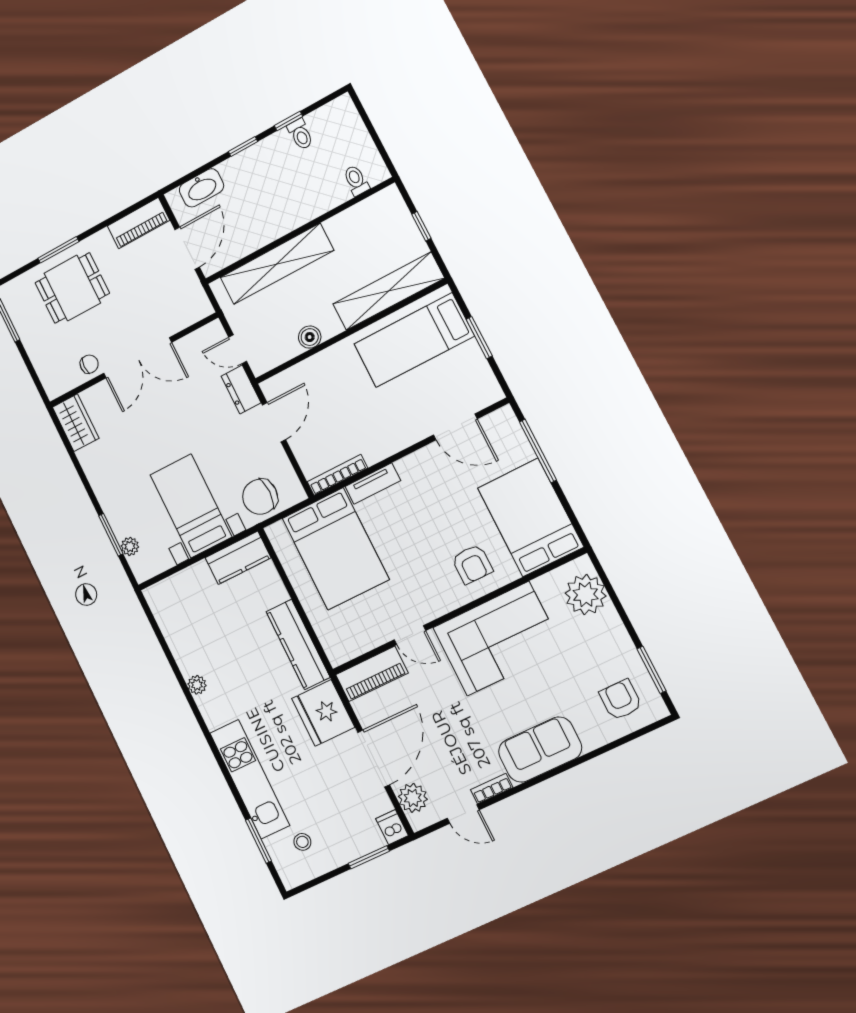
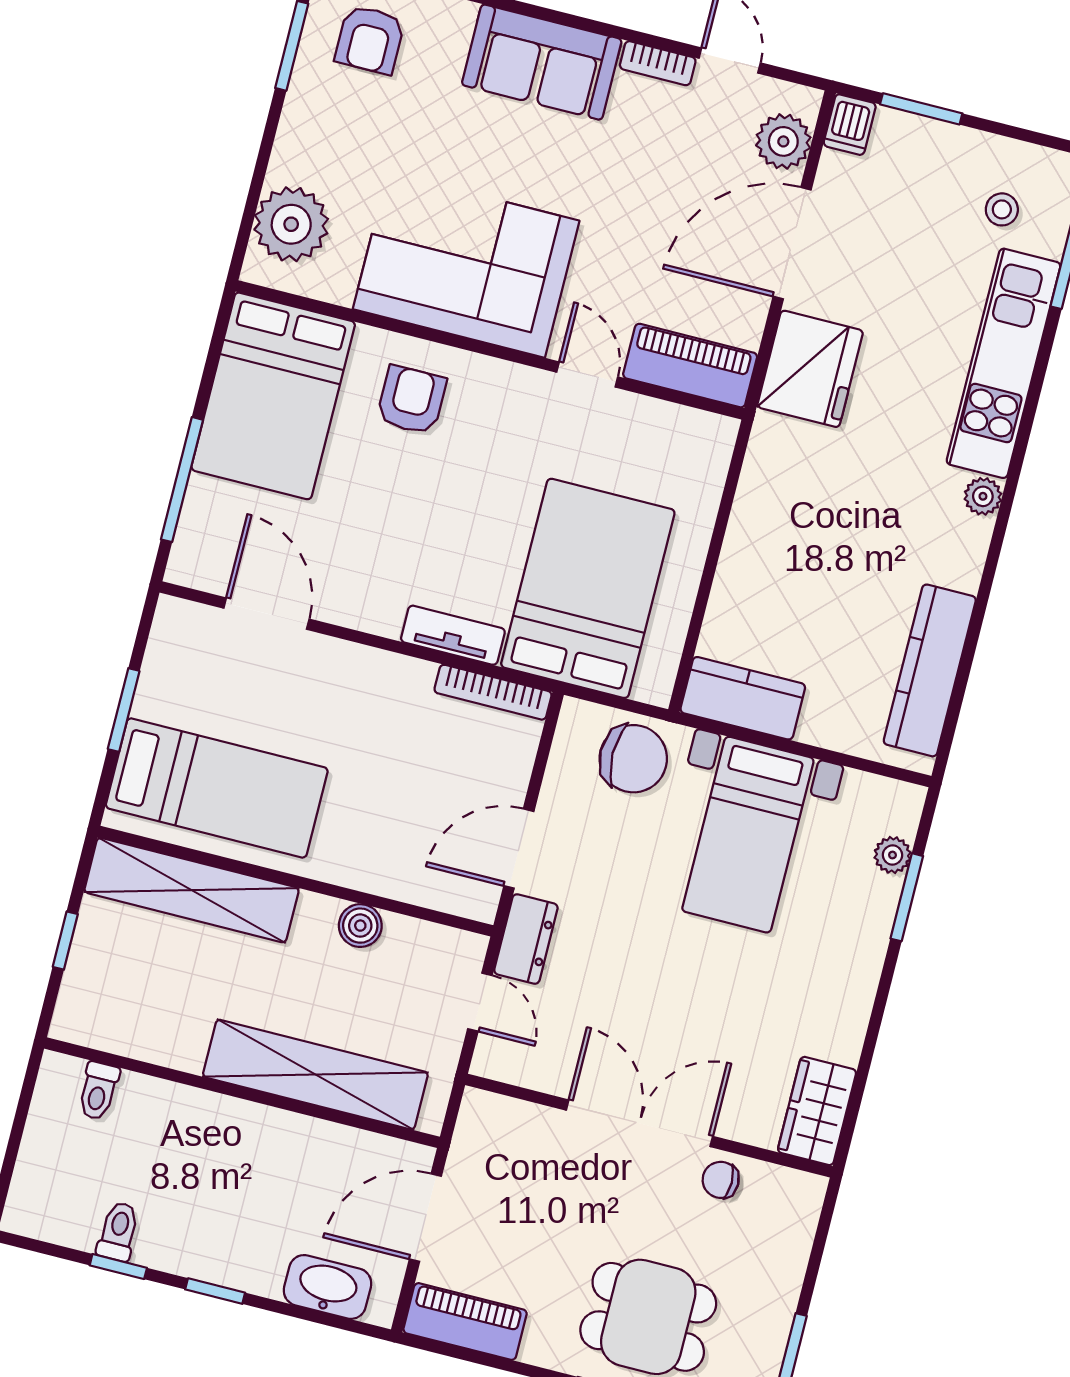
kitchen counter: (298, 644) -> (930, 670), moved, turned 180
plant: (197, 685) -> (983, 496), moved

